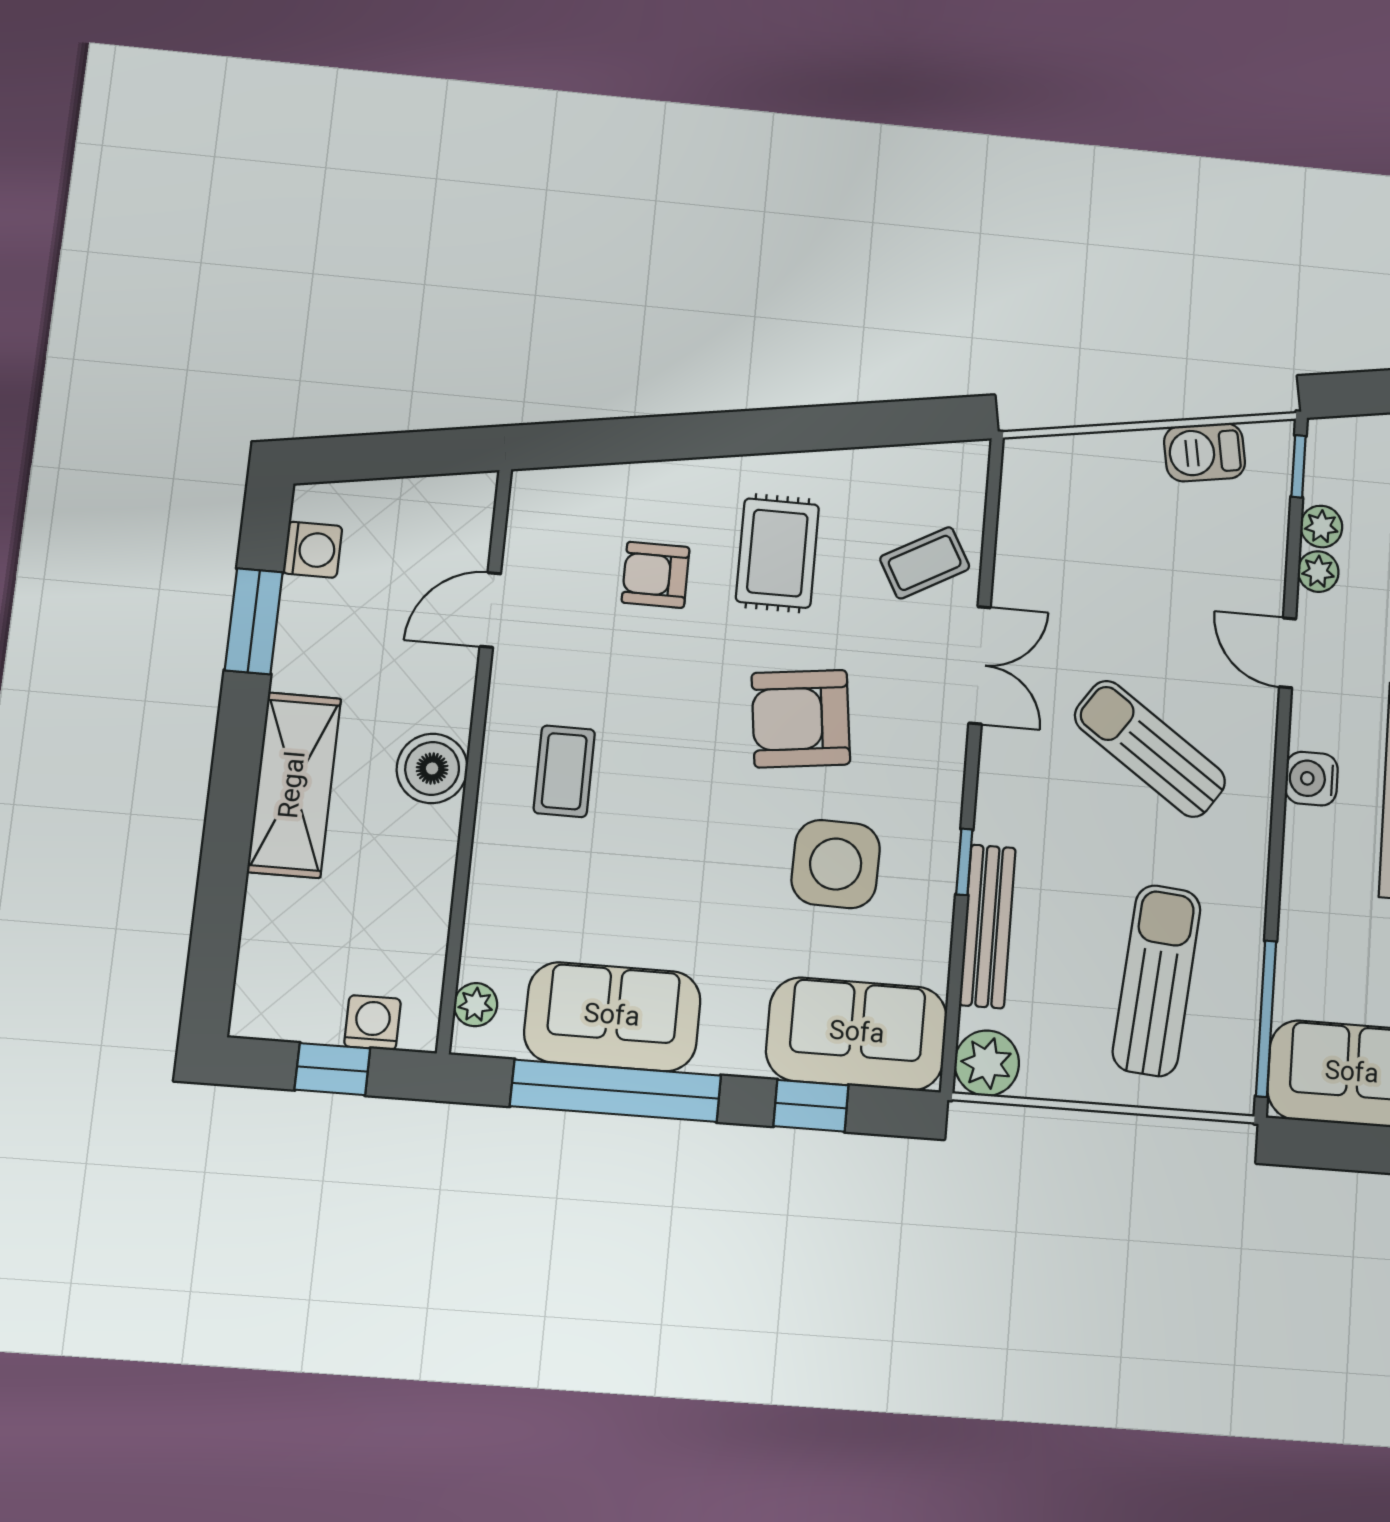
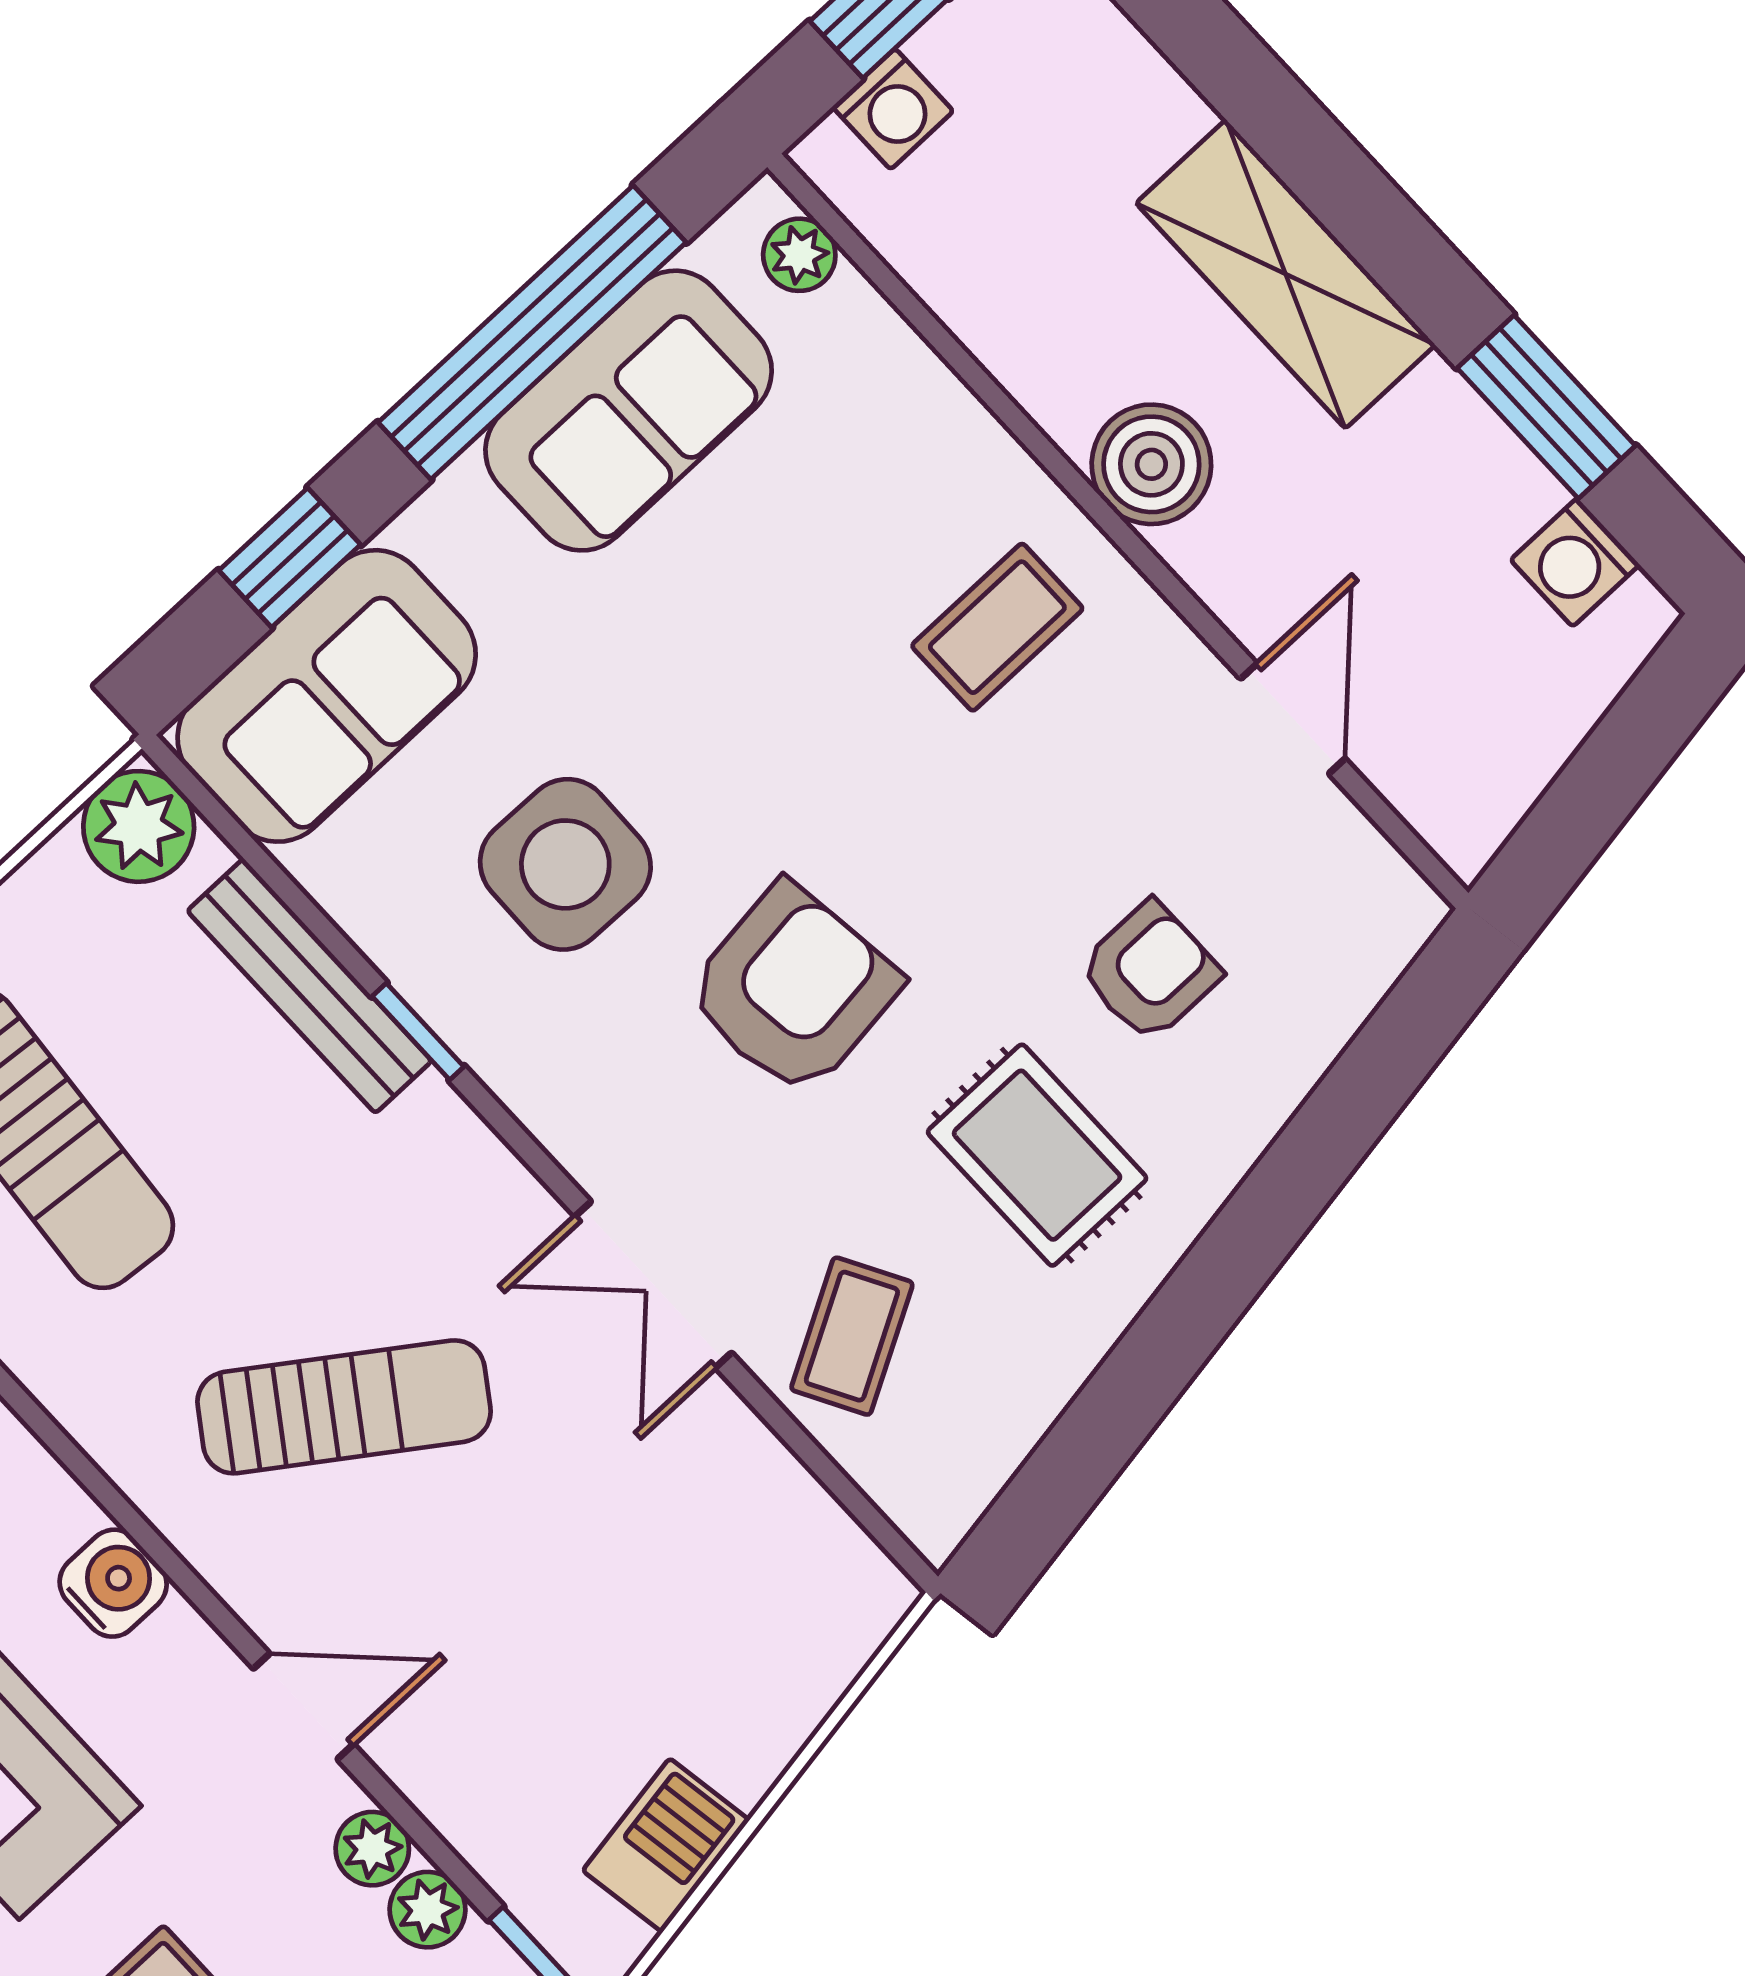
coffee table: (564, 771) -> (997, 627), turned 90

